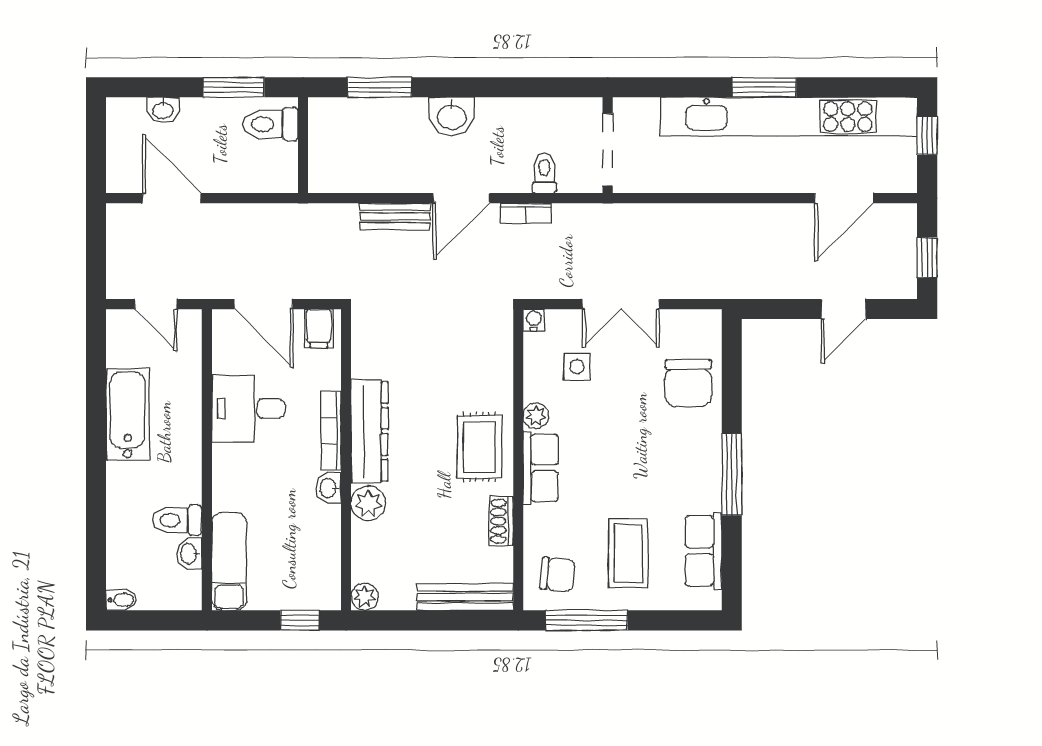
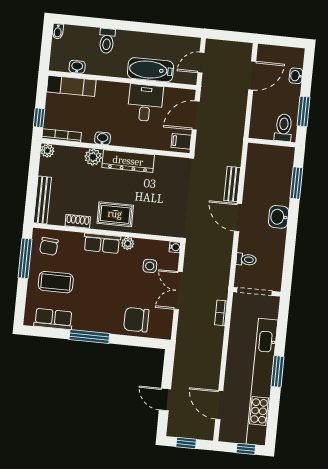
bookcase: (526, 213) -> (221, 313), moved
bathtub: (128, 414) -> (151, 70), moved, turned 180
bookcase: (331, 431) -> (62, 135), moved
toilet: (177, 520) -> (107, 41), moved, turned 180

